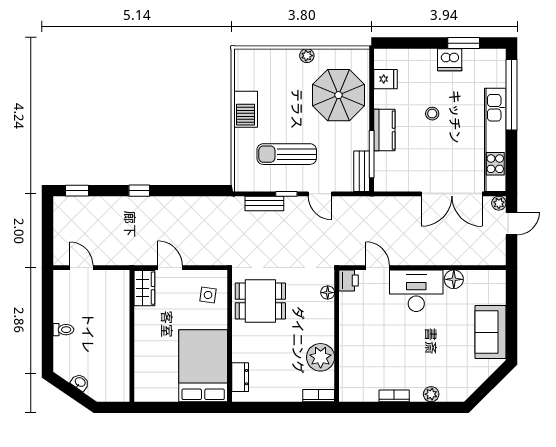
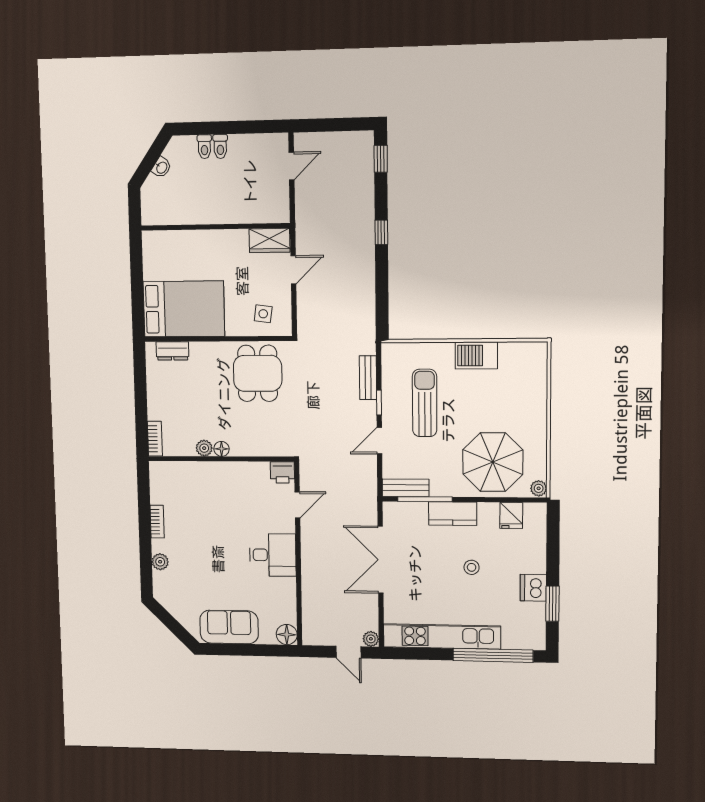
plant: (307, 56) -> (539, 488), moved
double door: (452, 194) -> (381, 560), moved
floor lamp: (454, 279) -> (287, 635), moved
desk: (416, 291) -> (273, 555), width x0.73
floor lamp: (328, 293) -> (221, 449), moved
toilet: (63, 344) -> (204, 147), added
plant: (321, 357) -> (204, 448), width x0.53, depth x0.53

